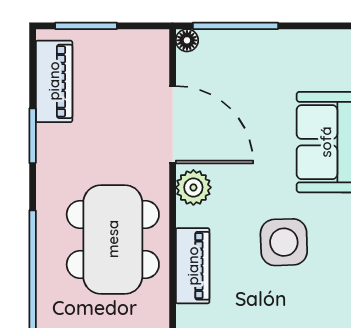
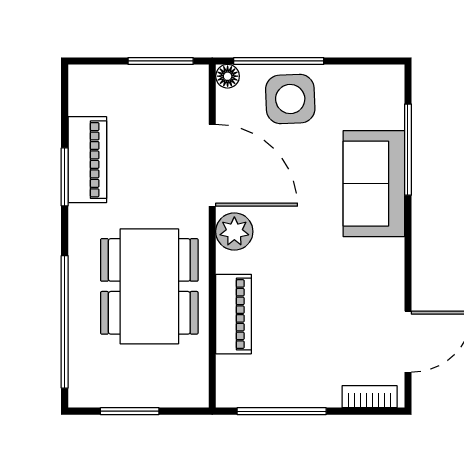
window: (86, 26) -> (161, 61), moved
piano: (54, 81) -> (87, 160), moved
side table: (284, 242) -> (290, 99), moved

